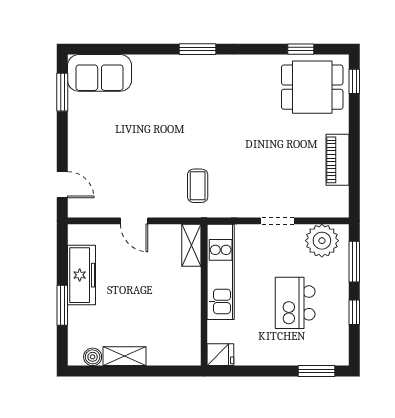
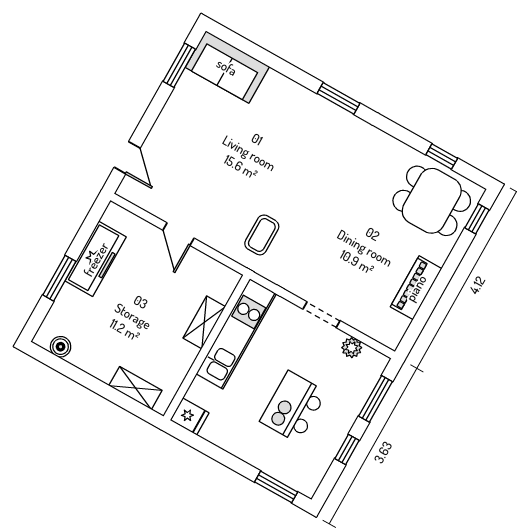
plant: (322, 241) -> (352, 348), width x0.53, depth x0.53
shelving: (191, 245) -> (204, 322), moved
shelving: (125, 356) -> (135, 388), moved

